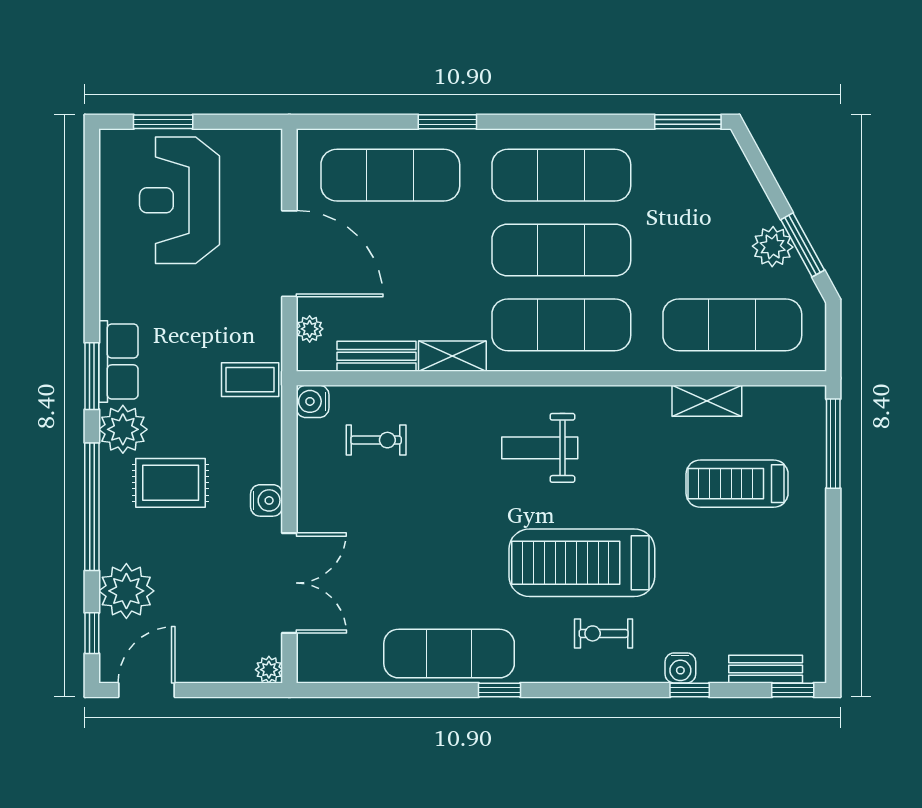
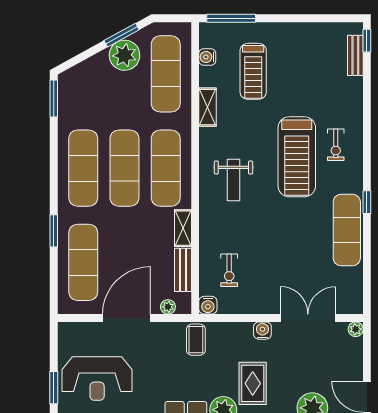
plant: (773, 247) -> (125, 55), width x1.36, depth x1.36
shelving: (707, 401) -> (208, 107), moved
exercise bike: (376, 440) -> (229, 270), turned 180
water cooler: (680, 668) -> (207, 57), moved, turned 180
window: (690, 690) -> (367, 97), removed

